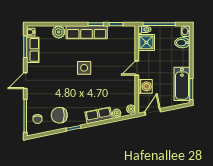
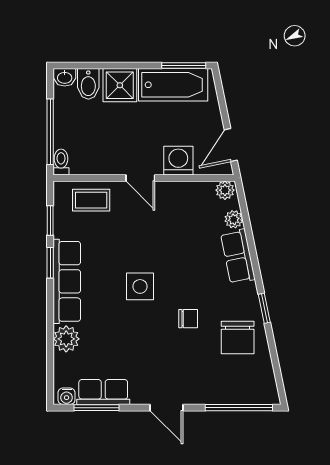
shower: (146, 42) -> (120, 85), moved
coffee table: (126, 44) -> (91, 200), added
door: (153, 112) -> (231, 145), hinge flipped
chair: (37, 119) -> (188, 319), moved

